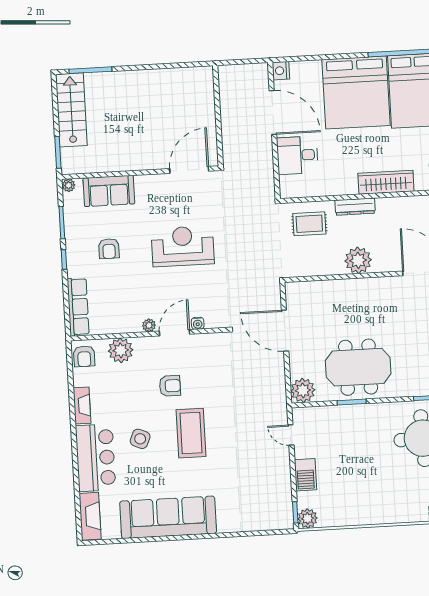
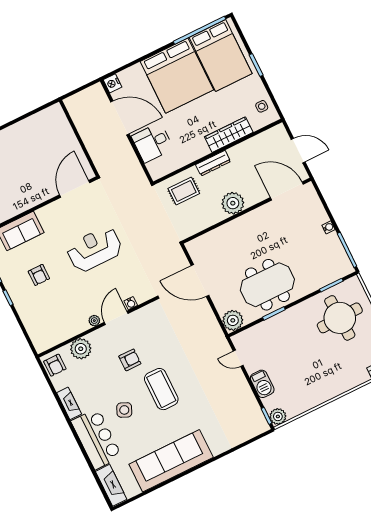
row of seats: (78, 307) -> (34, 329), removed

